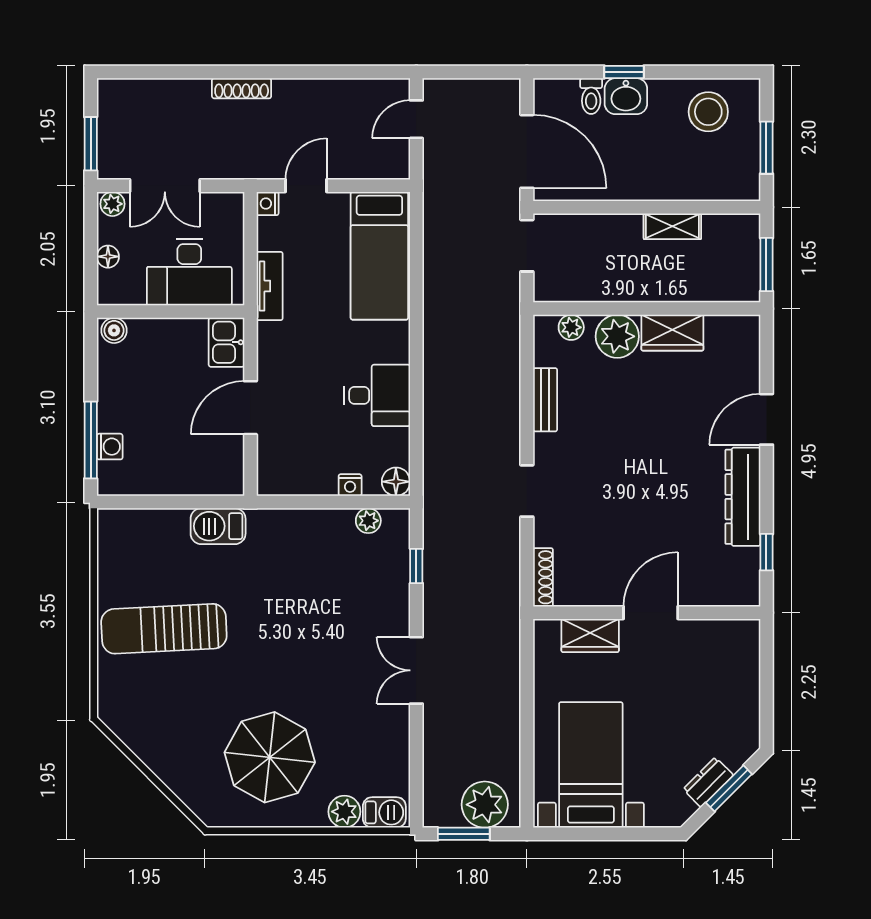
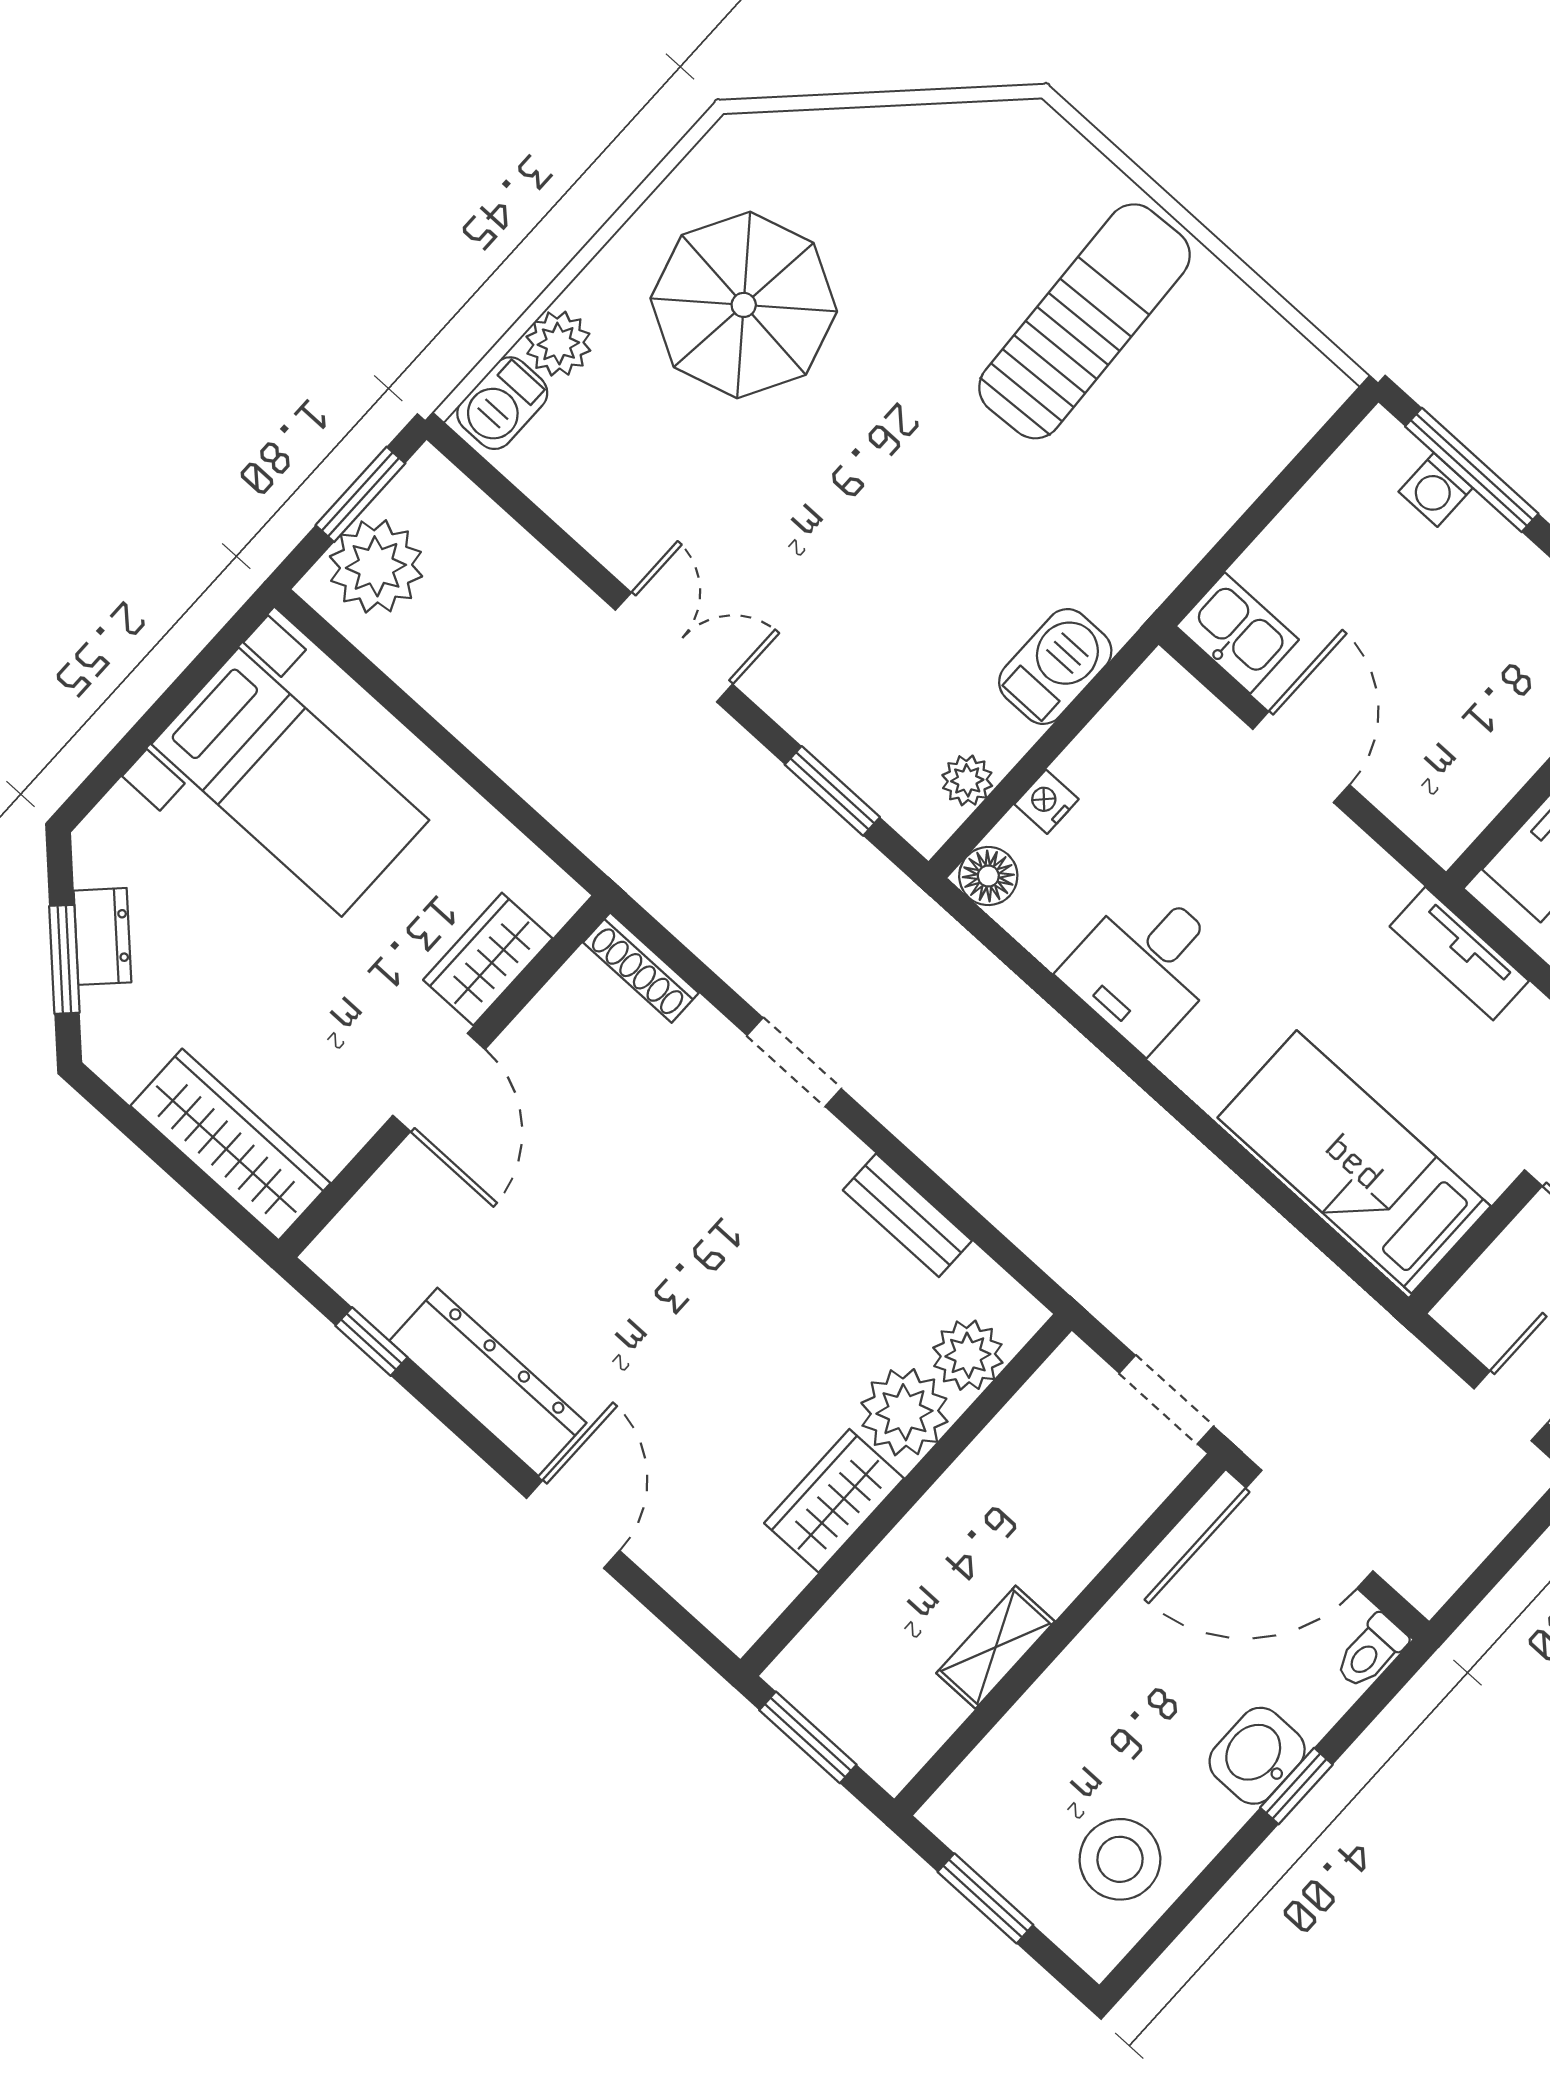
toilet: (591, 96) -> (1371, 1652), moved, turned -90
plant: (571, 327) -> (968, 1355), width x1.38, depth x1.38
kitchen sink: (226, 342) -> (1237, 633), moved
barbecue: (218, 526) -> (1055, 667), moved
window: (416, 566) -> (832, 791), width x1.50
wardrobe: (741, 668) -> (230, 1144), added

